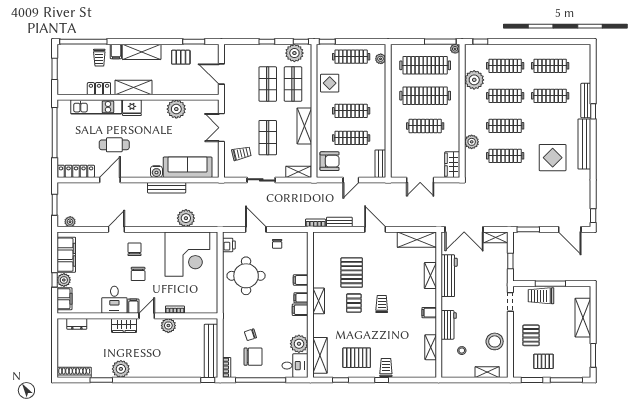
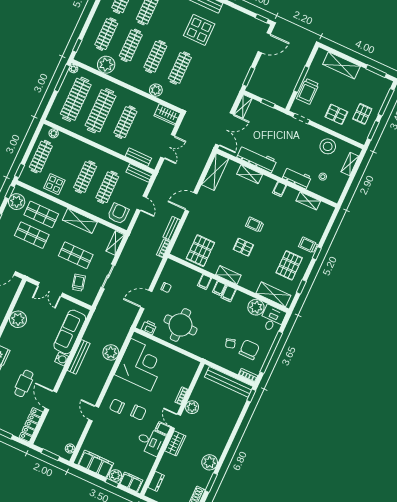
bench: (396, 155) -> (138, 157), added
pallet: (352, 273) -> (200, 251), moved, turned 90

